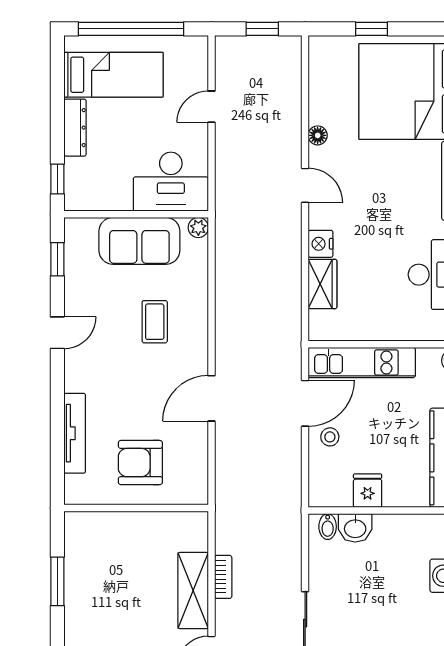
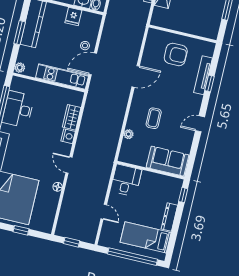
door: (211, 107) -> (104, 212), hinge flipped
desk: (171, 182) -> (126, 180), width x0.73
plant: (198, 228) -> (128, 134), moved
sofa: (139, 241) -> (168, 161), moved
window: (57, 259) -> (210, 83), moved

